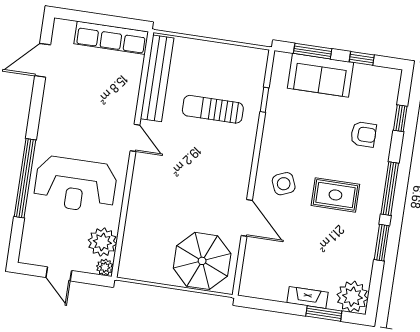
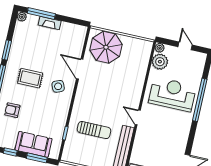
plant: (352, 297) -> (22, 17), width x0.53, depth x0.53
window: (324, 314) -> (41, 13), width x1.44

